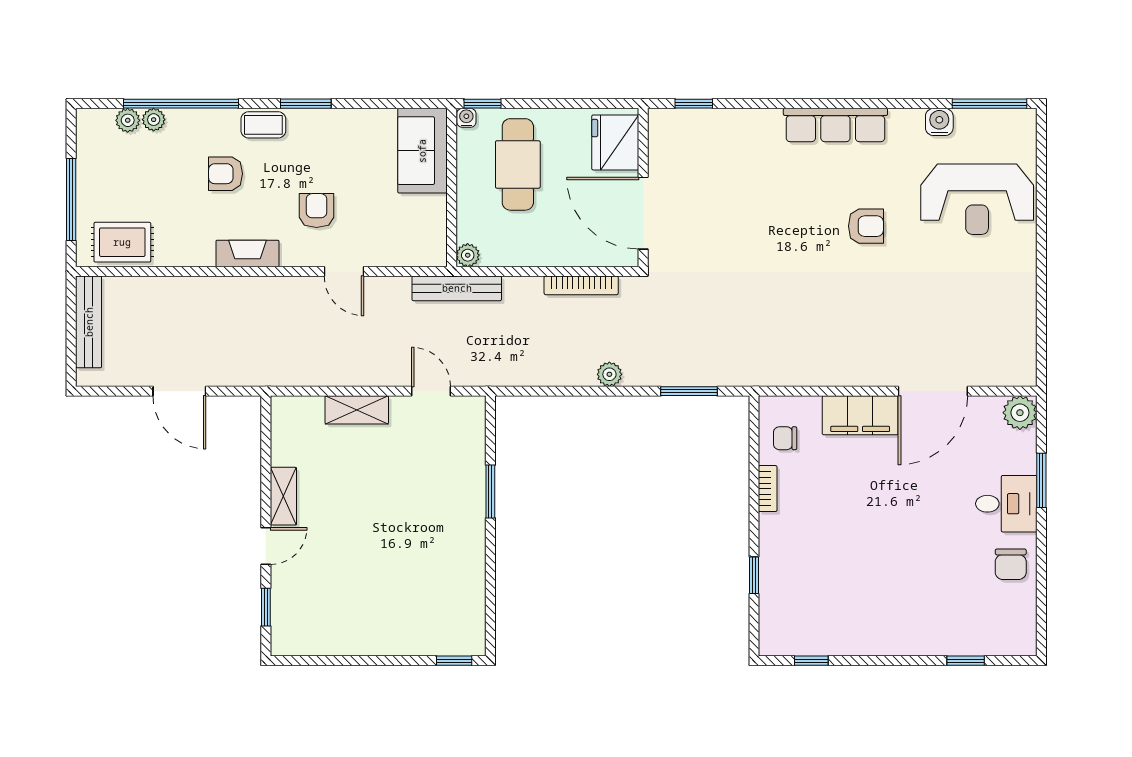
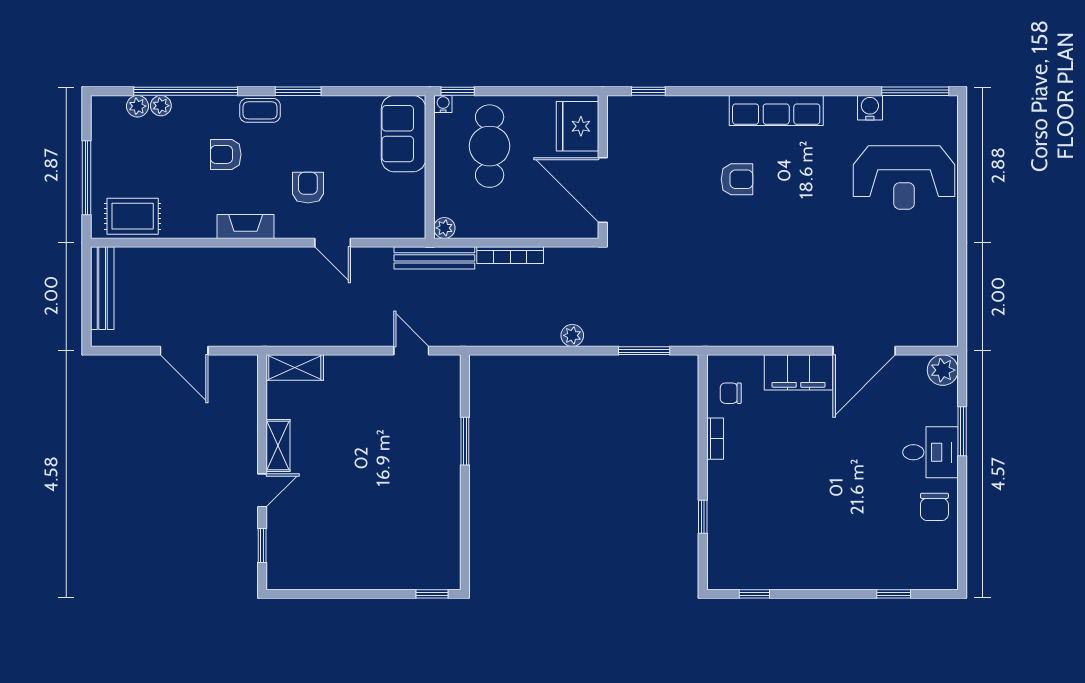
armchair: (866, 226) -> (737, 179), moved
bookcase: (581, 285) -> (510, 255), moved
shelving: (357, 410) -> (295, 368), moved

